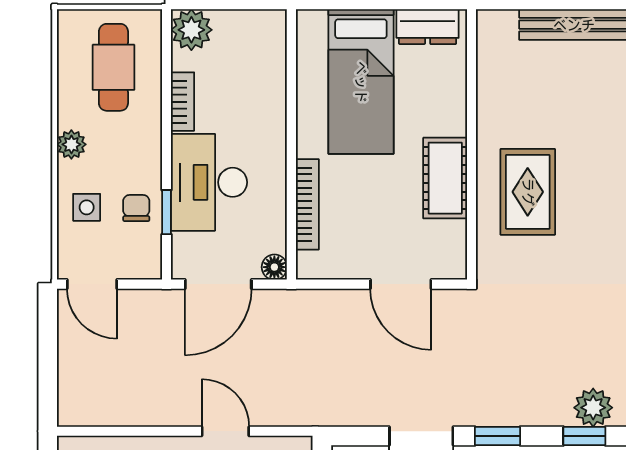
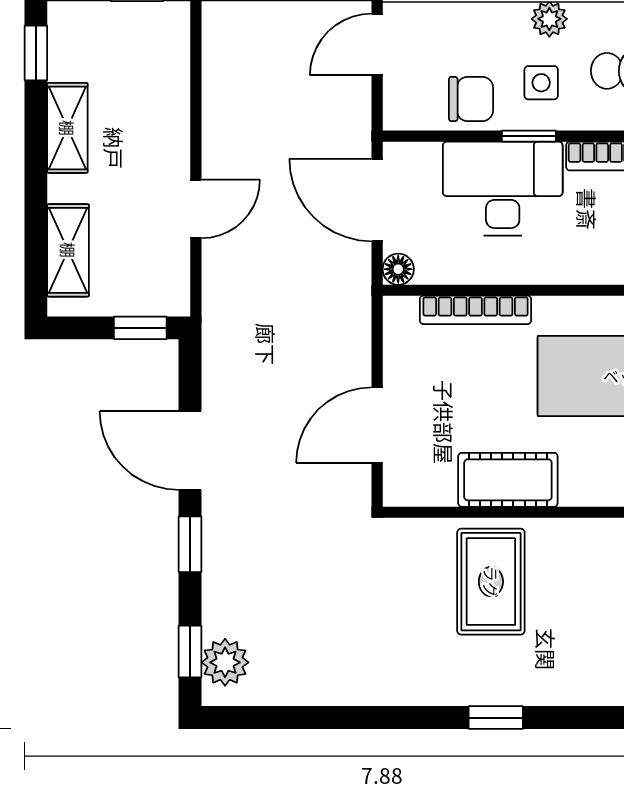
rug: (528, 192) -> (491, 582), turned 90
side table: (87, 207) -> (541, 83), moved
chair: (136, 208) -> (471, 99), width x1.37, depth x1.37
window: (166, 212) -> (529, 136), moved

